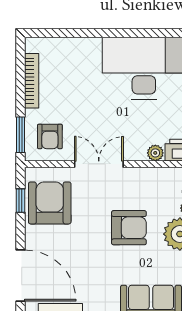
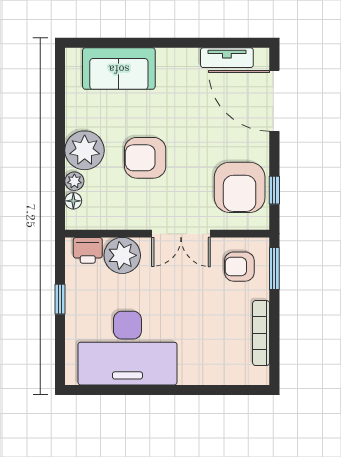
armchair: (50, 136) -> (239, 267), turned -90
plant: (155, 153) -> (122, 255), width x1.87, depth x1.87

